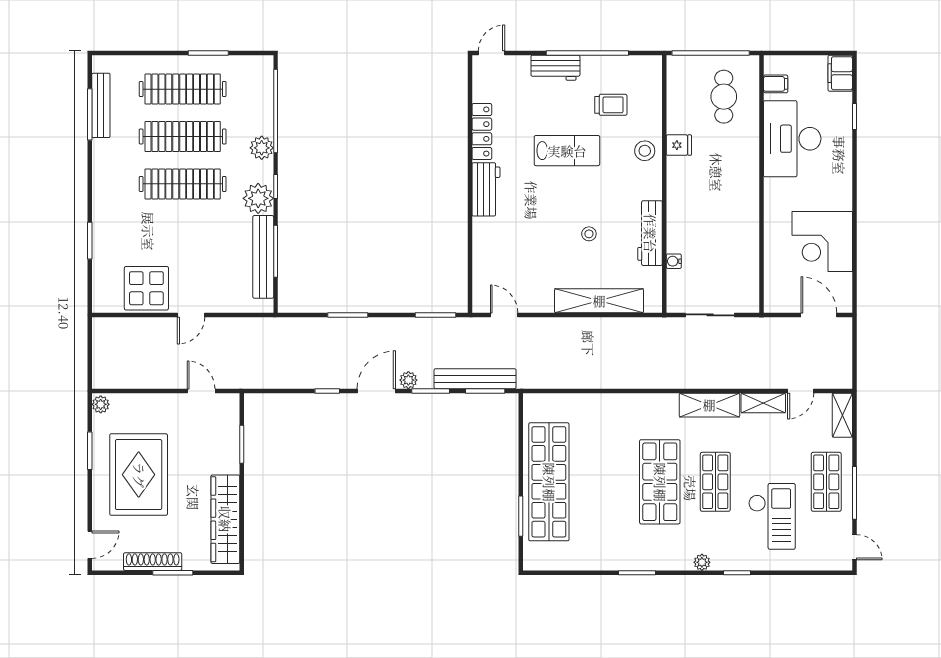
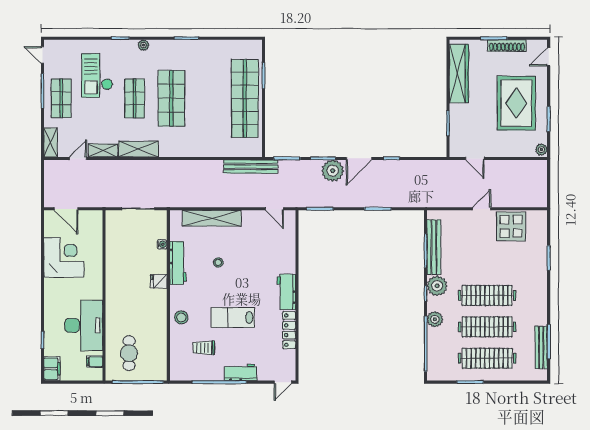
fridge: (679, 145) -> (159, 281), moved
bench: (475, 379) -> (251, 167), moved
plant: (408, 380) -> (333, 171), width x1.87, depth x1.87

